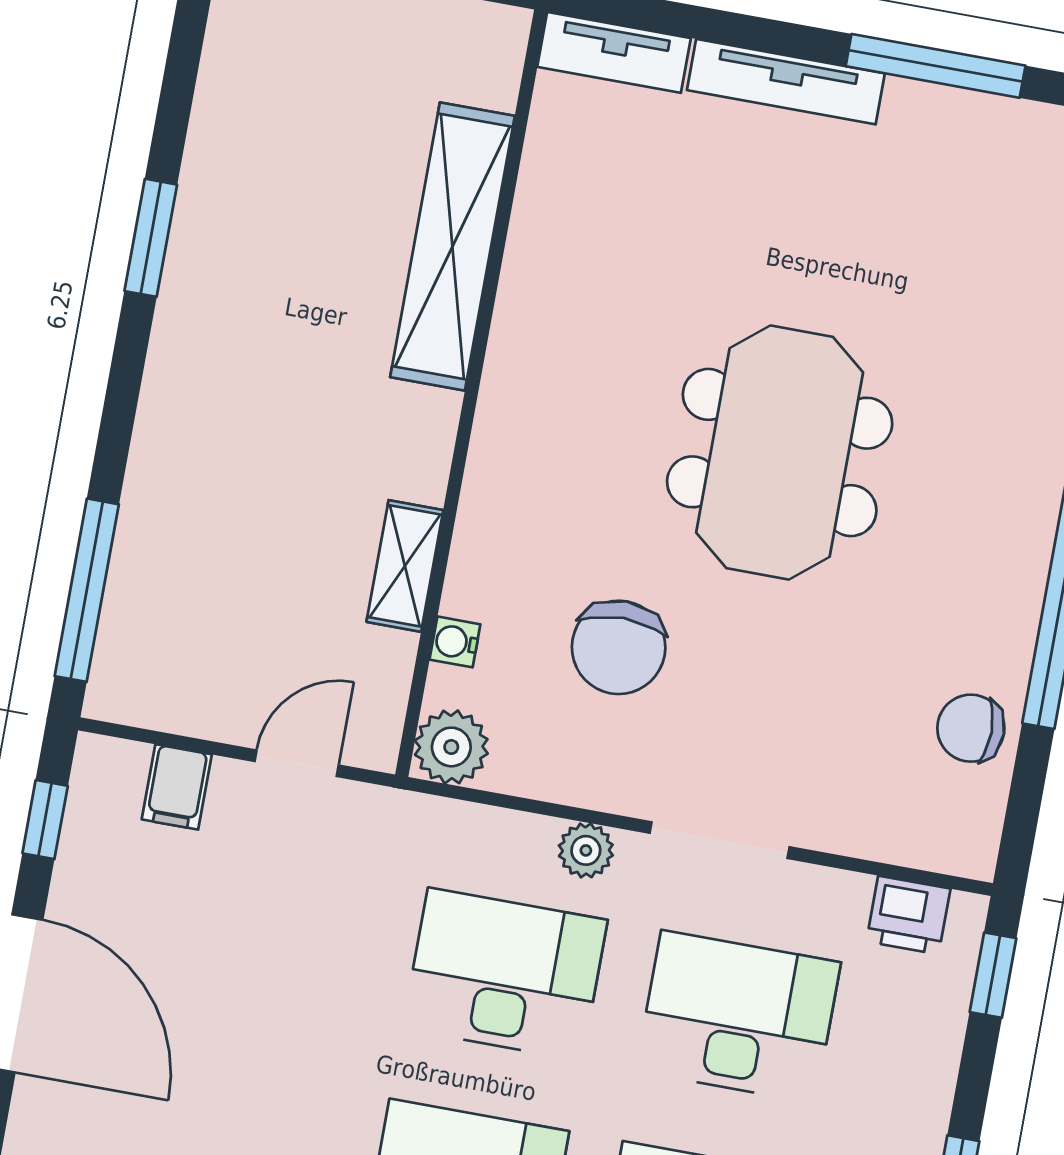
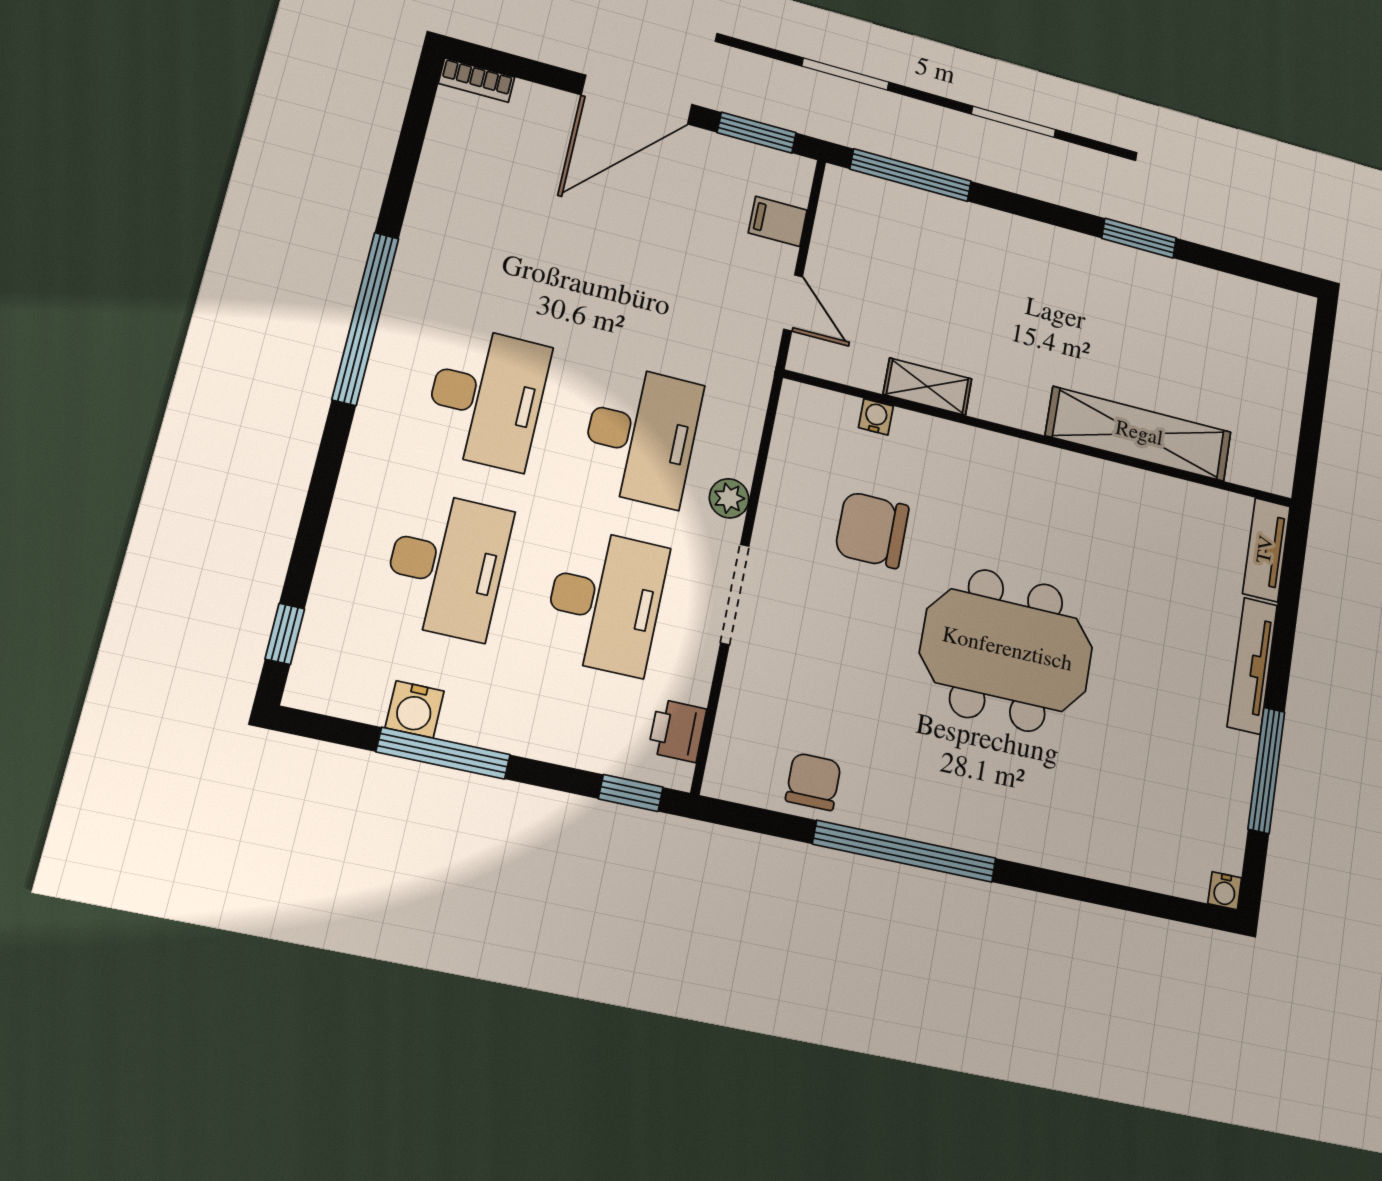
plant: (451, 747) -> (803, 409), removed
window: (45, 820) -> (757, 133), width x1.50

